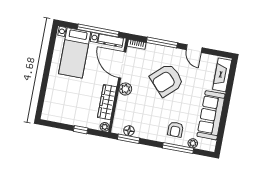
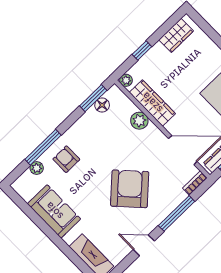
plant: (125, 89) -> (139, 121), moved
sofa: (211, 115) -> (54, 211), width x0.73
wardrobe: (58, 116) -> (176, 35), added

